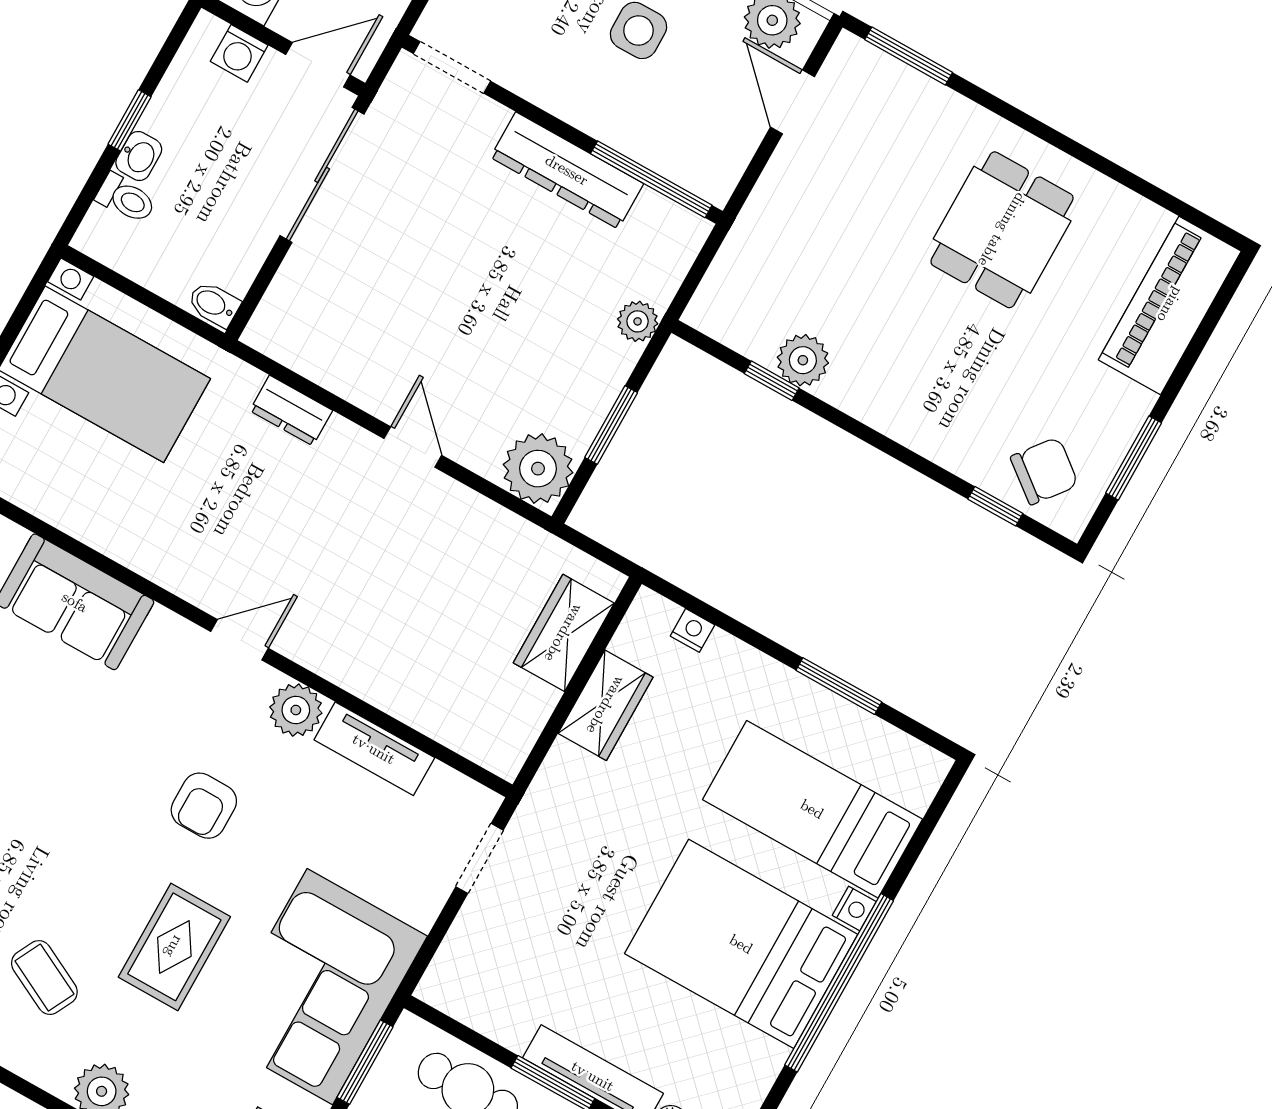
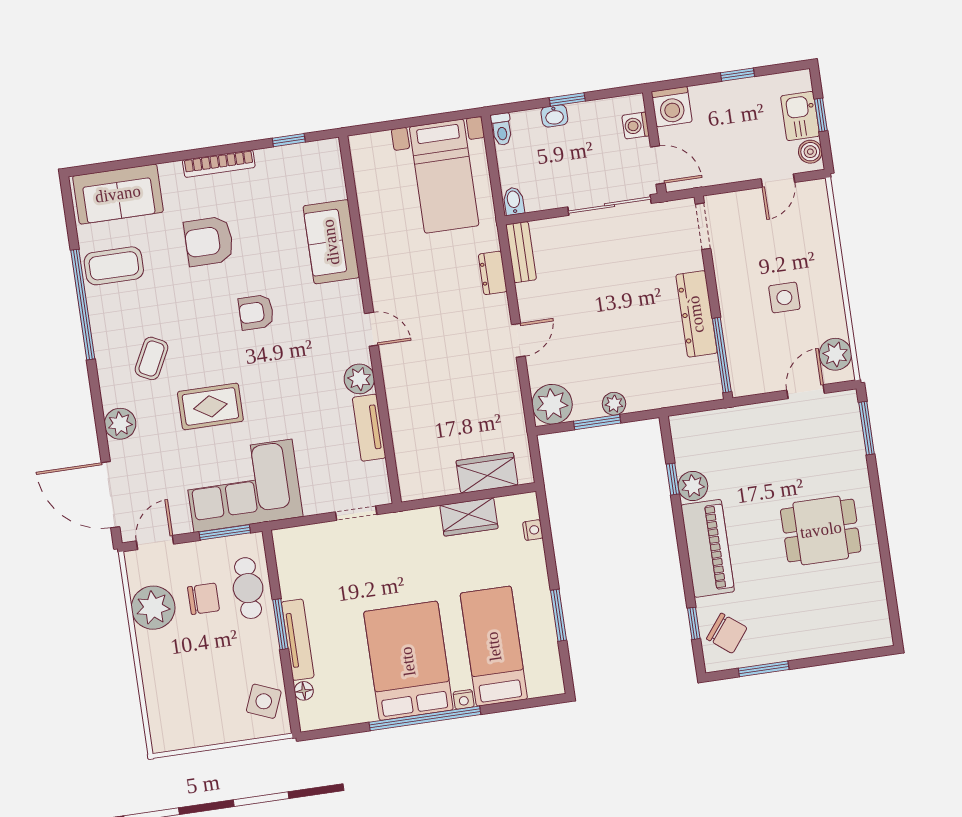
toilet: (126, 199) -> (502, 129), moved
piano: (1170, 305) -> (708, 548), moved, turned 90
plant: (638, 321) -> (614, 404), moved
bench: (293, 348) -> (521, 252), added
armchair: (204, 806) -> (256, 312), moved

